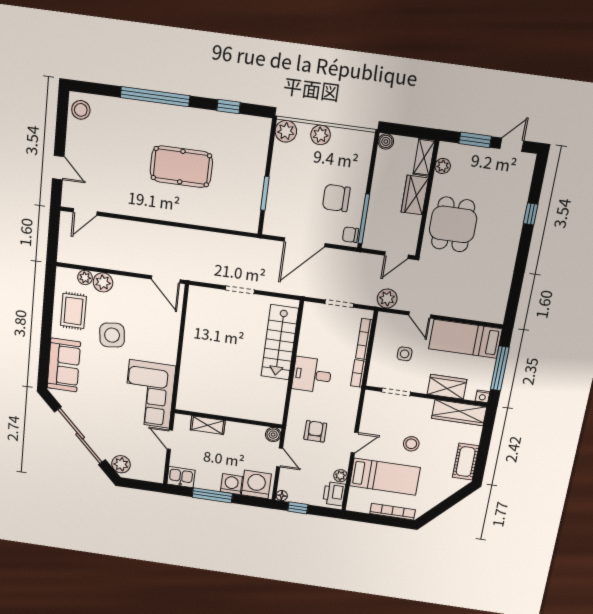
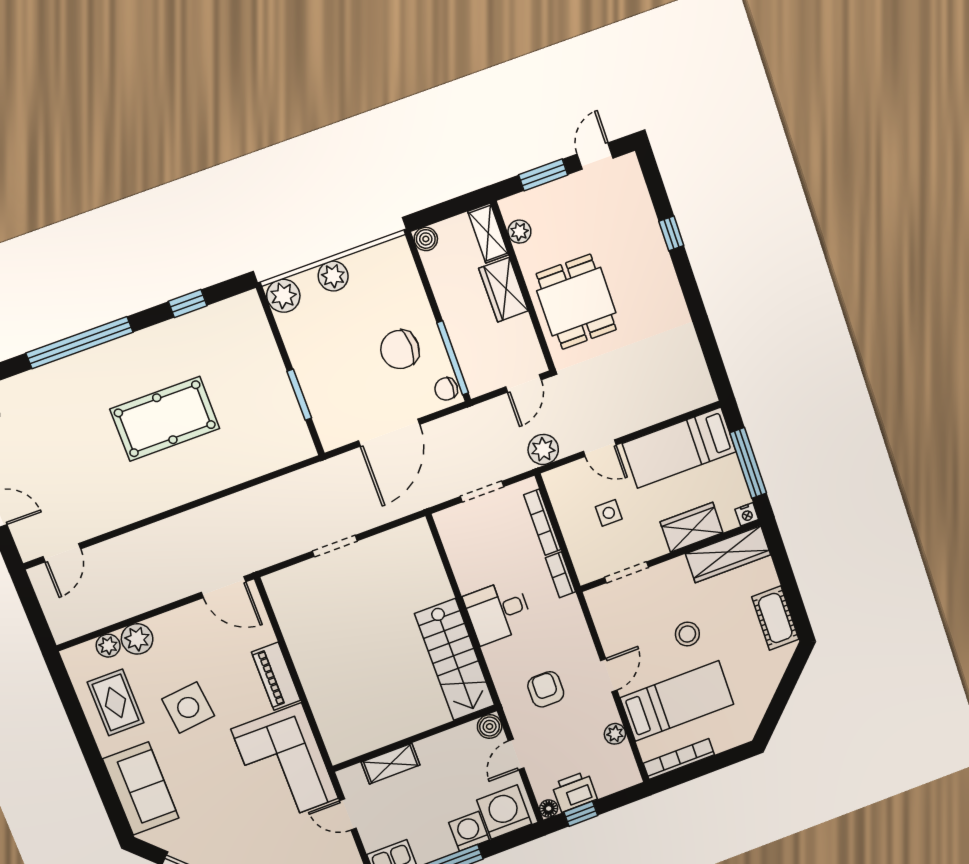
stairs: (280, 342) -> (455, 660), moved
piano: (169, 344) -> (276, 676), added
door: (280, 457) -> (516, 755), swing flipped
printer: (334, 494) -> (574, 792), moved, turned 90
bookcase: (393, 512) -> (679, 759), moved

